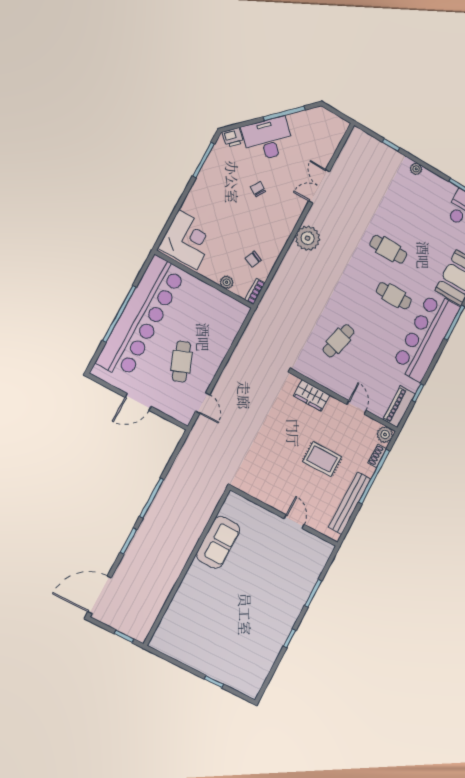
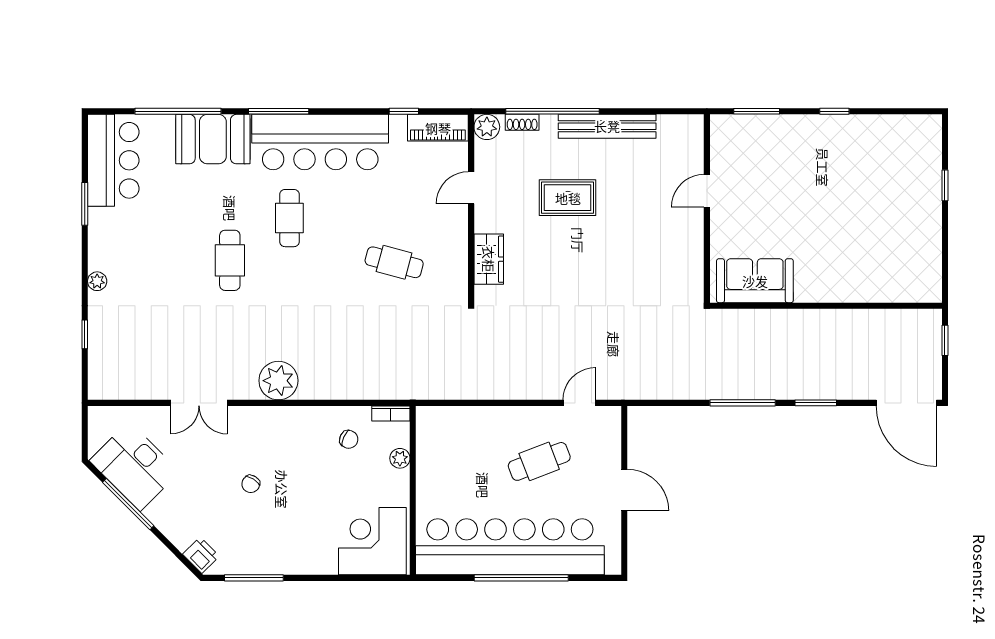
desk: (268, 139) -> (135, 466), moved
rug: (322, 459) -> (568, 198), turned 90
wall: (284, 516) -> (707, 208), moved
door: (294, 522) -> (707, 191), moved

